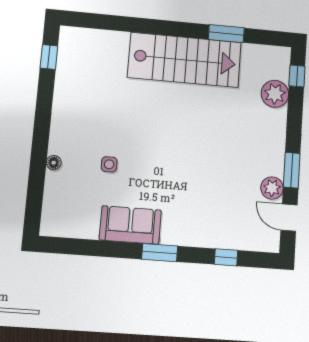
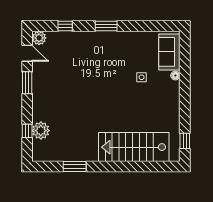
stairs: (185, 60) -> (134, 147), moved
window: (297, 76) -> (27, 131), moved
plant: (272, 188) -> (39, 38), moved
sofa: (130, 225) -> (169, 52), moved, turned 90

